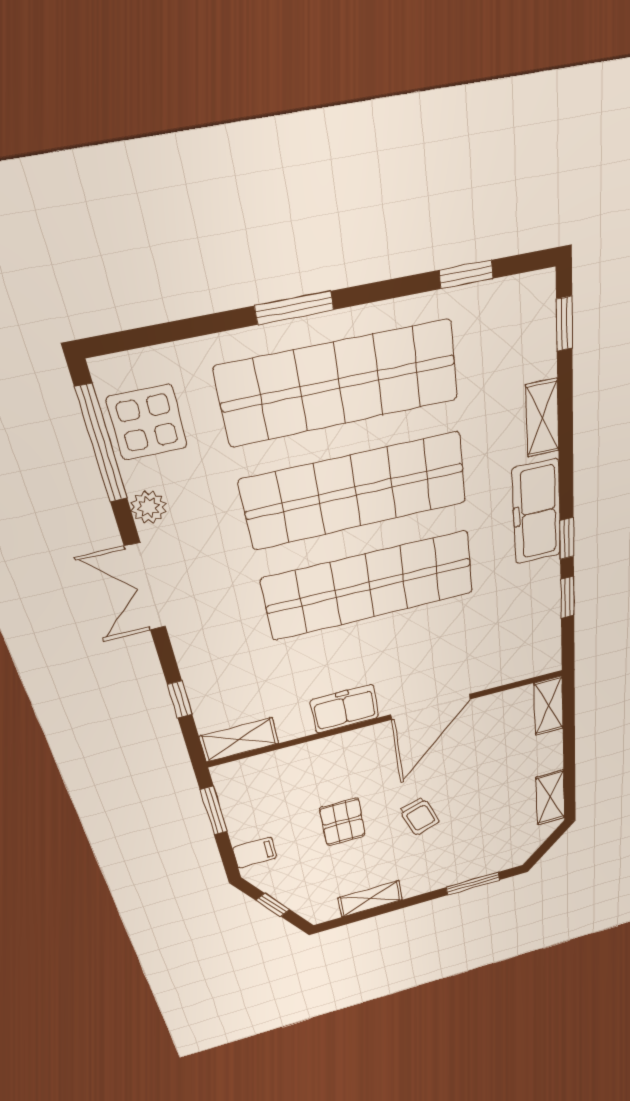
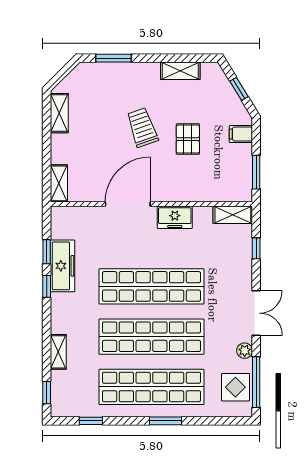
freezer: (537, 512) -> (63, 266), moved
trolley: (419, 816) -> (142, 127), width x1.36, depth x1.39

